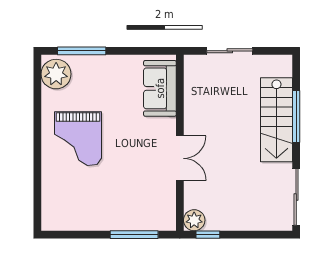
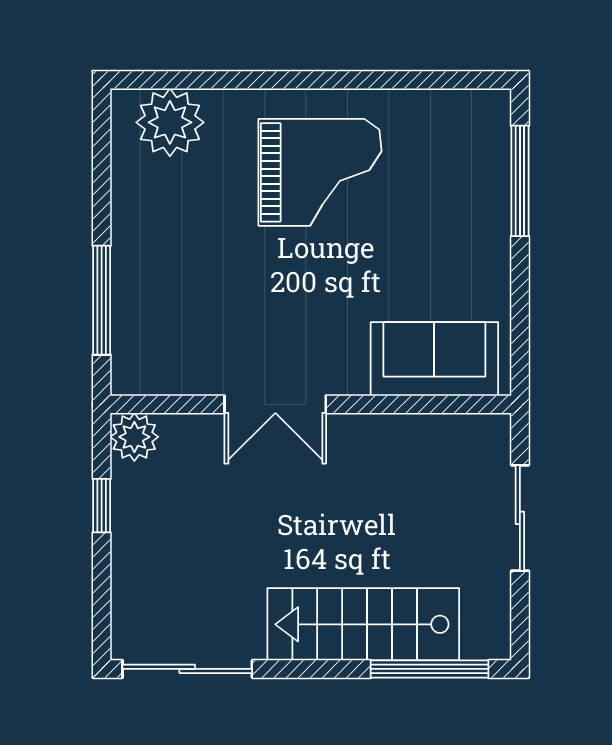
plant: (56, 74) -> (170, 122), moved
window: (296, 116) -> (429, 669), moved
grand piano: (78, 139) -> (320, 172), turned 180
window: (208, 235) -> (102, 506), moved

